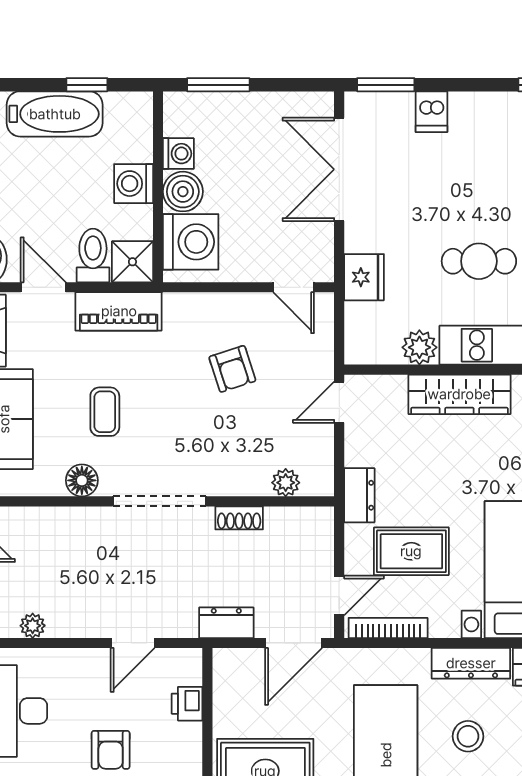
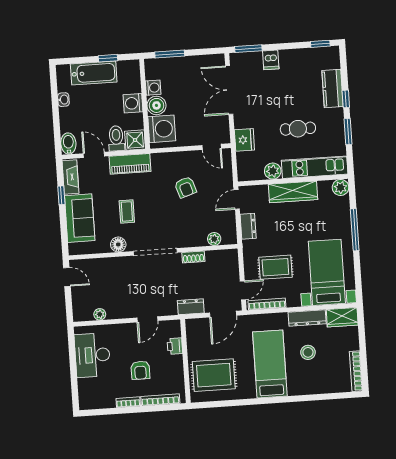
dresser: (359, 495) -> (248, 226), moved

